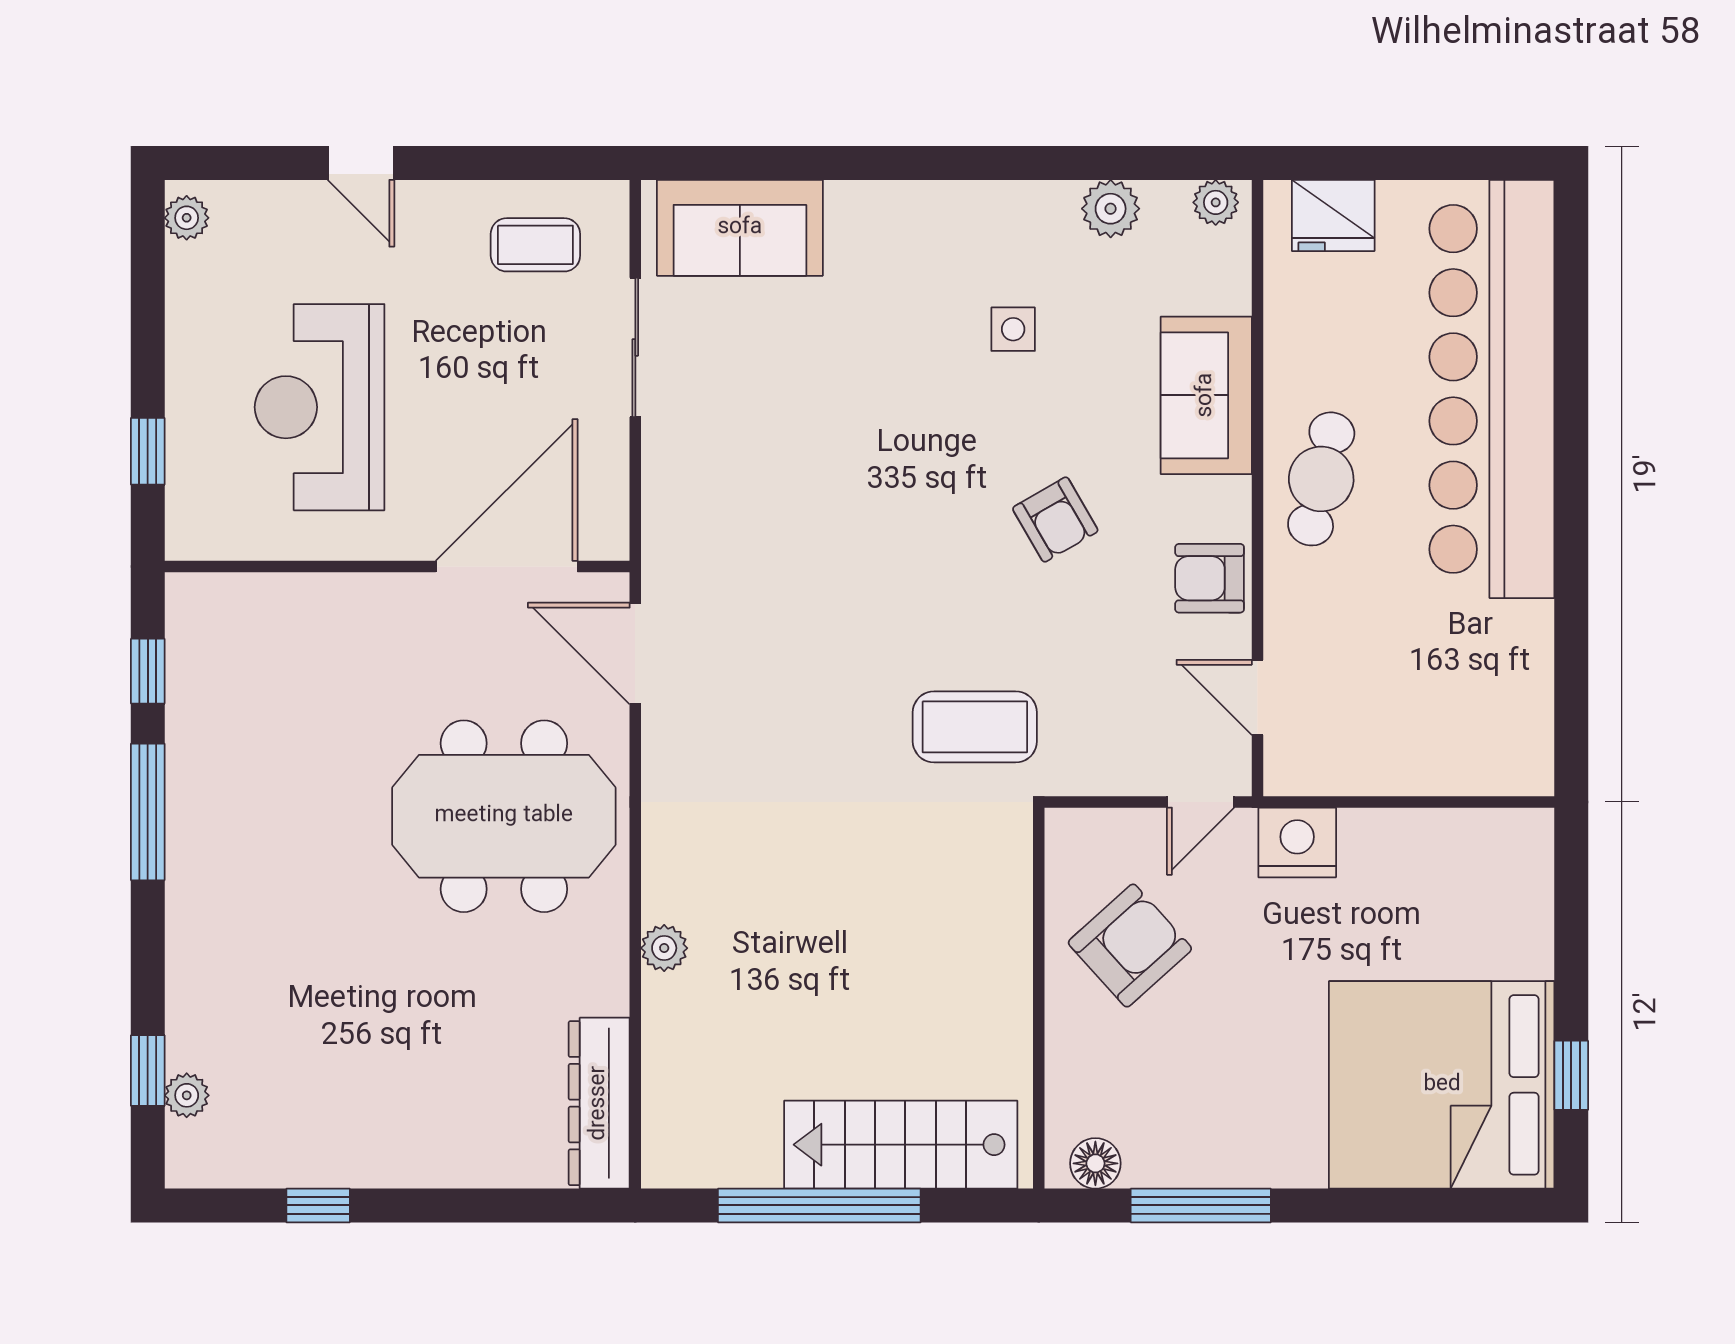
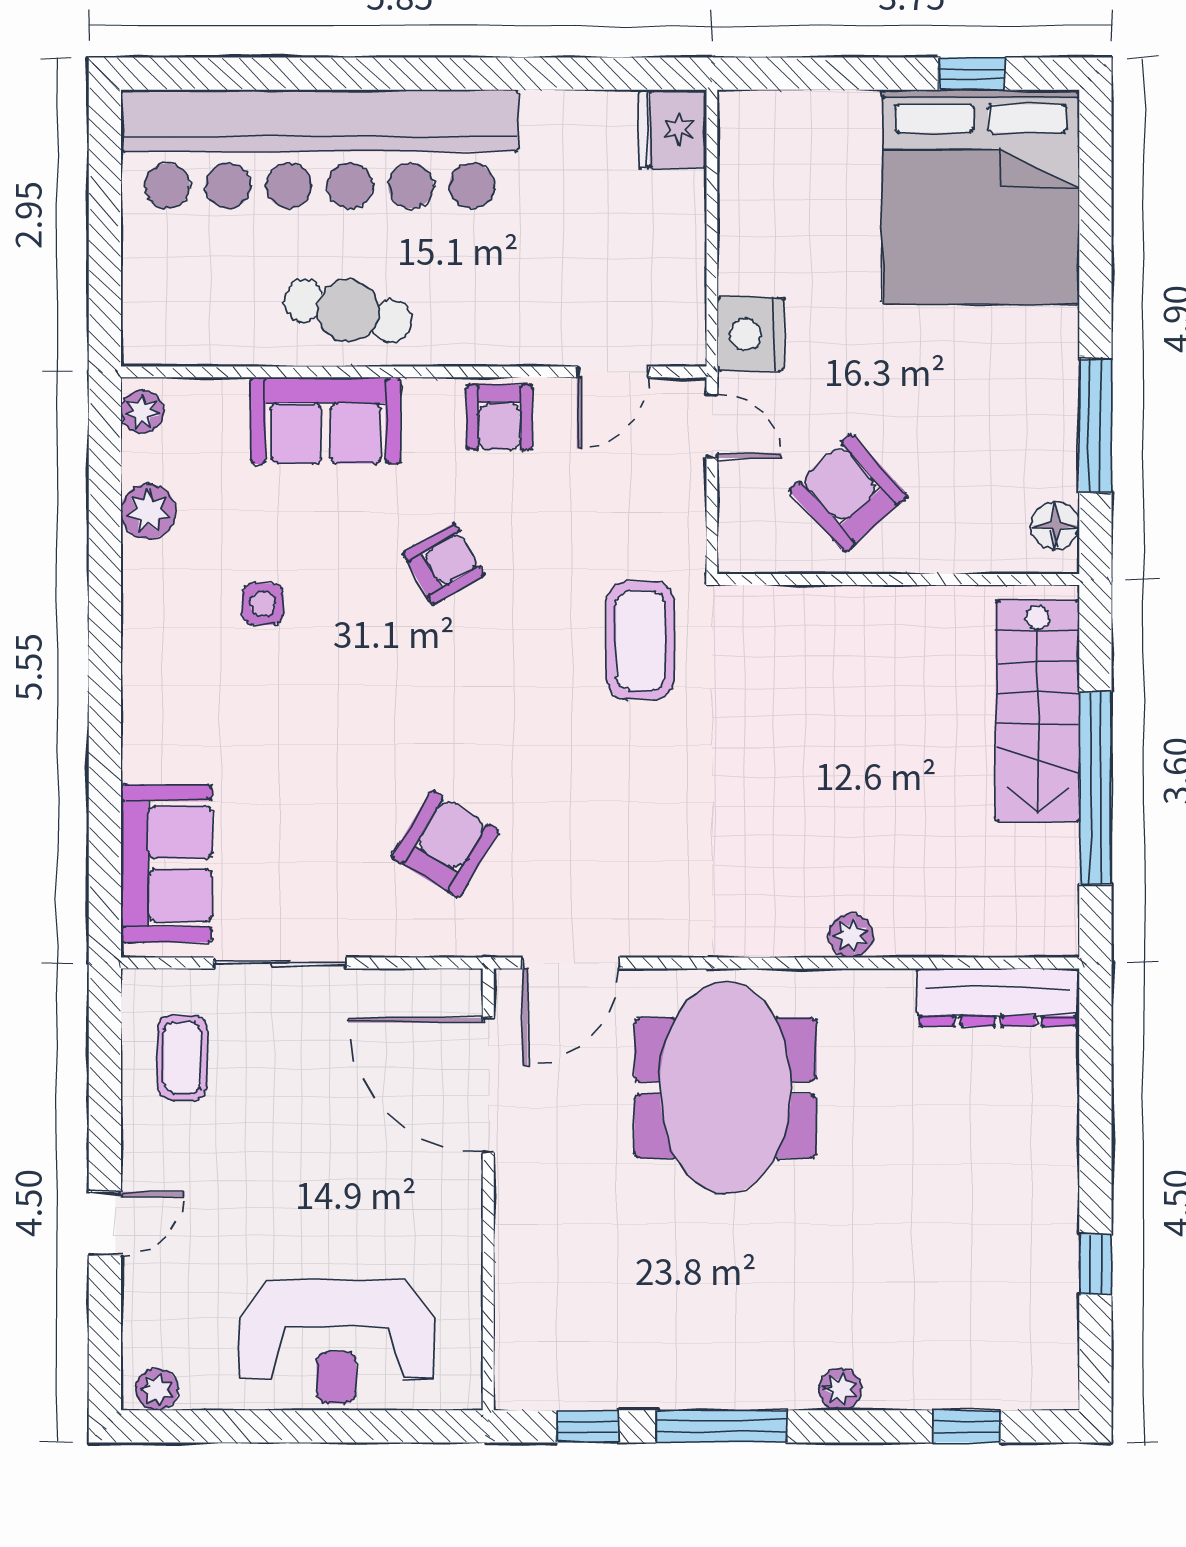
fridge: (1333, 215) -> (673, 129), moved, turned 180
reception desk: (320, 407) -> (336, 1342), moved
window: (148, 451) -> (379, 1426), removed
cafe table: (1321, 479) -> (348, 311), moved
armchair: (760, 521) -> (445, 844), added
plant: (187, 1095) -> (840, 1389), moved

